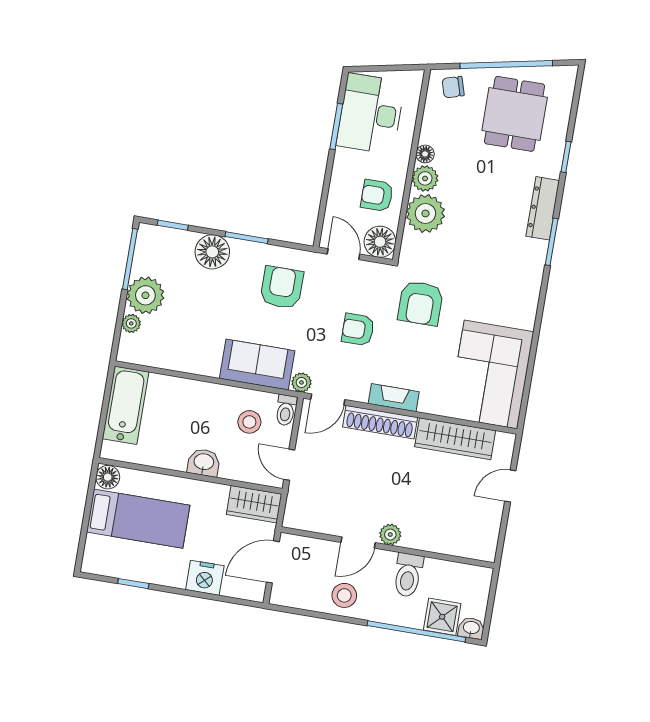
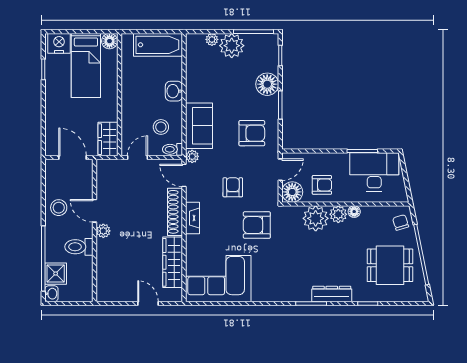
armchair: (377, 195) -> (322, 185), turned 90
washbasin: (204, 462) -> (174, 91), moved, turned 180
nightstand: (205, 578) -> (59, 43), moved, turned 90

